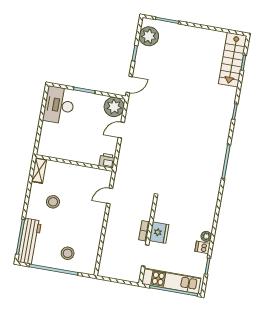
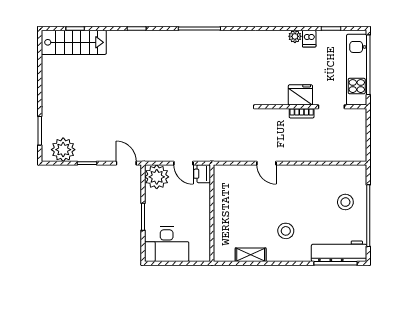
printer: (107, 161) -> (202, 174), moved
wall: (74, 163) -> (212, 213), moved

